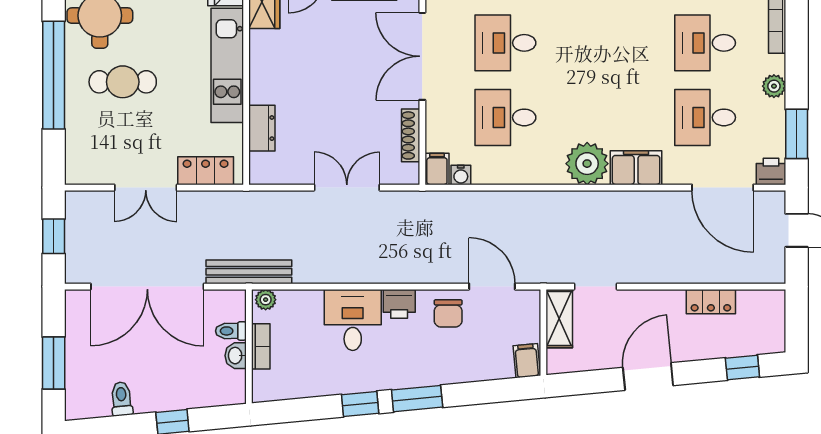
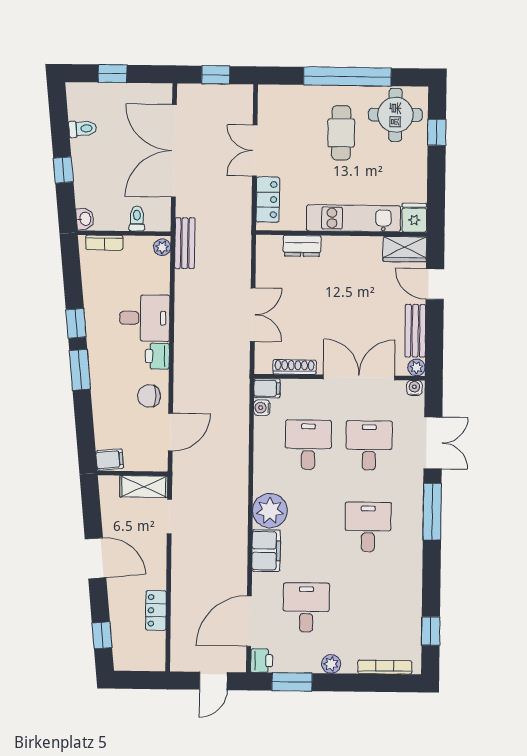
desk: (705, 43) -> (368, 527), moved
bench: (249, 272) -> (185, 243), width x0.73
bookcase: (261, 346) -> (104, 243), moved
washbasin: (236, 356) -> (85, 219), moved, turned 85
window: (54, 363) -> (113, 74), width x0.67

